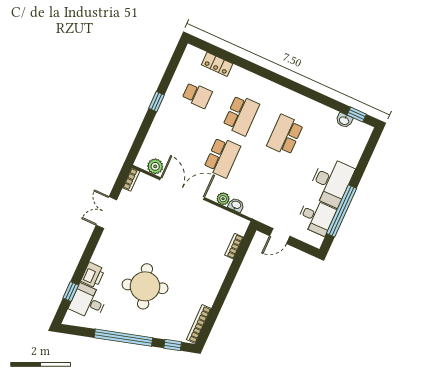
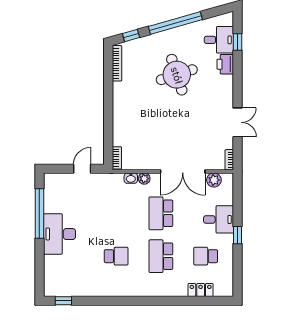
washbasin: (344, 120) -> (72, 291), removed
school desk: (285, 135) -> (116, 256), width x0.54
desk: (316, 217) -> (219, 219), moved, turned 180
bookcase: (234, 246) -> (117, 158), moved

